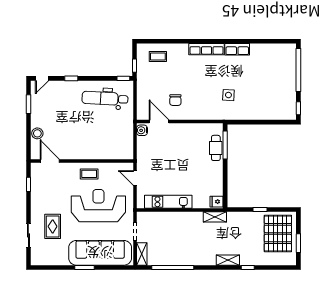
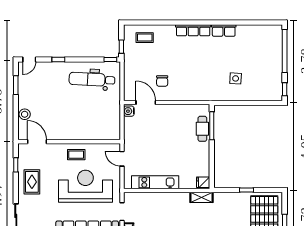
side table: (228, 95) -> (236, 78), moved
rug: (53, 226) -> (32, 182), moved

